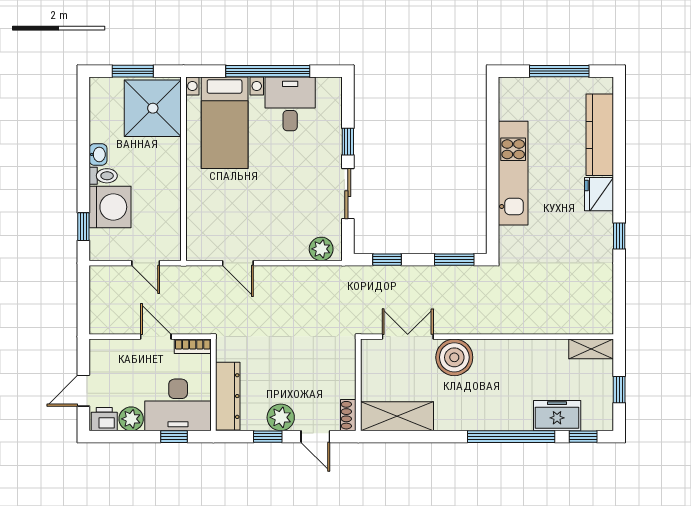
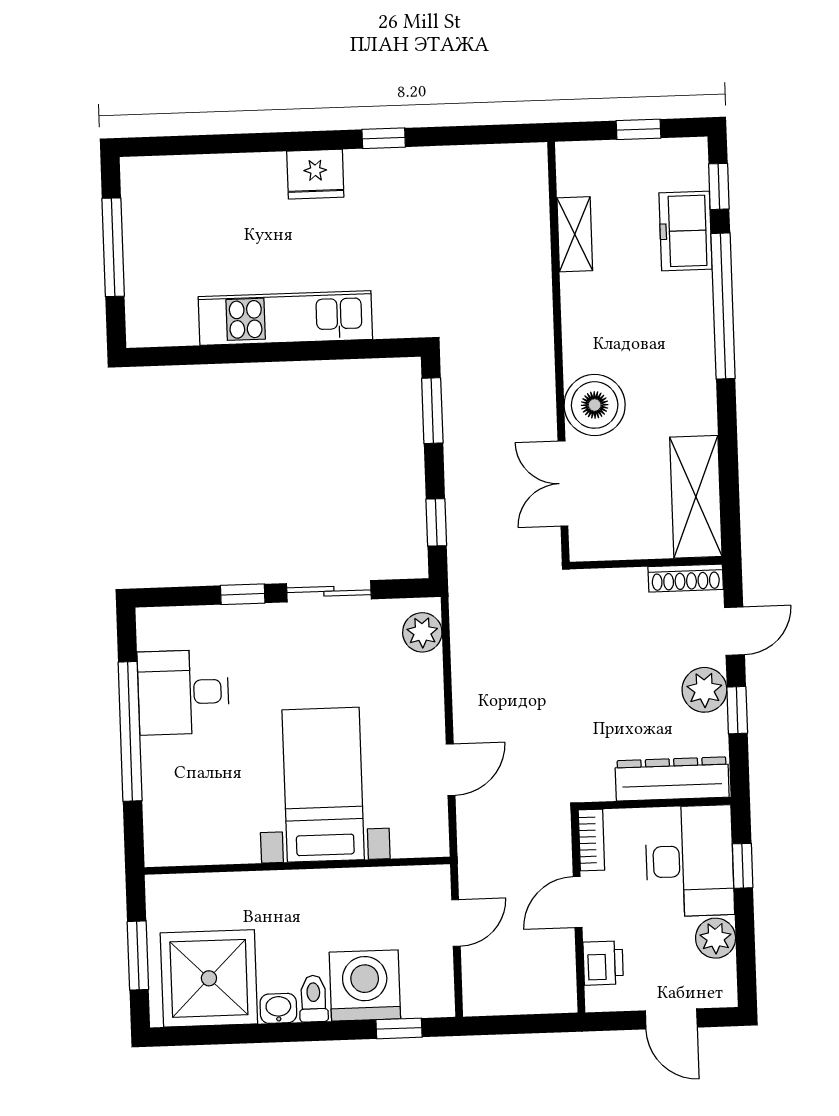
shower: (153, 108) -> (209, 978), moved
bed with nightstands: (225, 123) -> (323, 785), moved, turned -90
kitchen counter: (600, 135) -> (217, 176), removed
shelving: (591, 349) -> (575, 234), moved
shoe rack: (348, 415) -> (686, 578), width x1.43
printer: (104, 419) -> (603, 963), moved, turned 180

